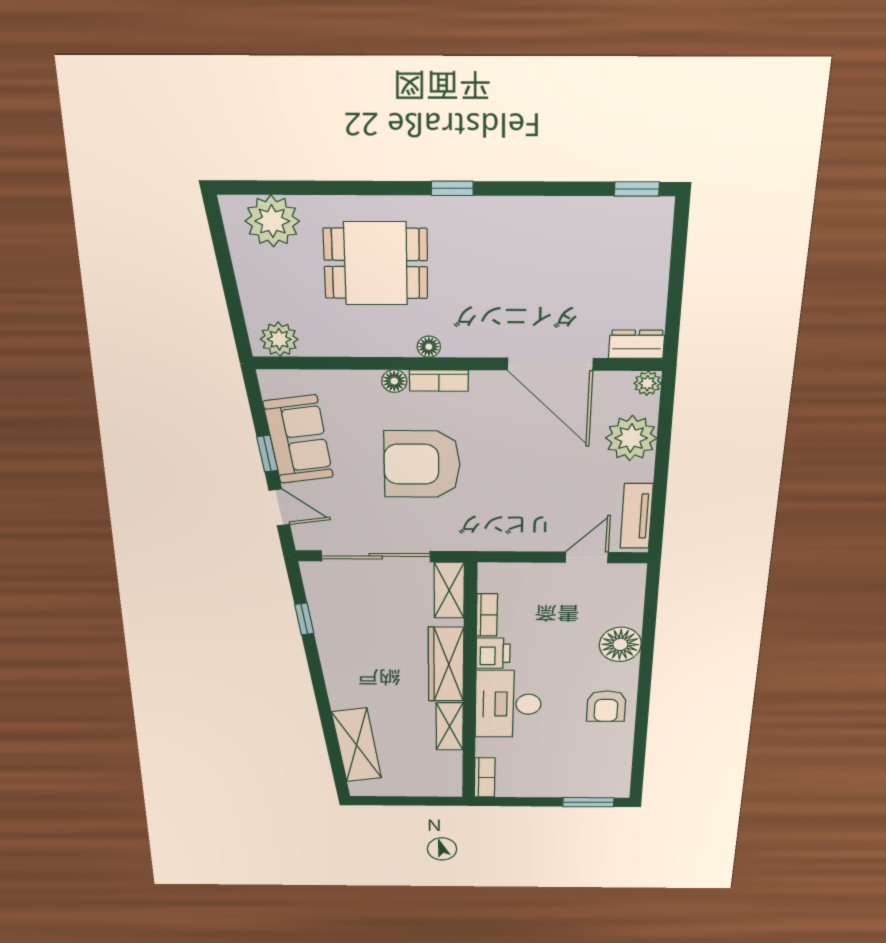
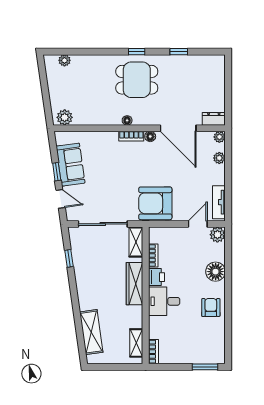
window: (637, 189) -> (179, 52), moved
plant: (272, 221) -> (64, 60), width x0.53, depth x0.53
dining table: (376, 263) -> (137, 80), moved
floor lamp: (394, 381) -> (150, 136), moved
plant: (631, 438) -> (219, 158), width x0.53, depth x0.53
armchair: (422, 464) -> (155, 203), moved
plant: (629, 578) -> (217, 235), added
desk: (508, 704) -> (164, 301), width x0.73
armchair: (606, 706) -> (211, 307), turned 180
shelving: (450, 726) -> (136, 343), moved

